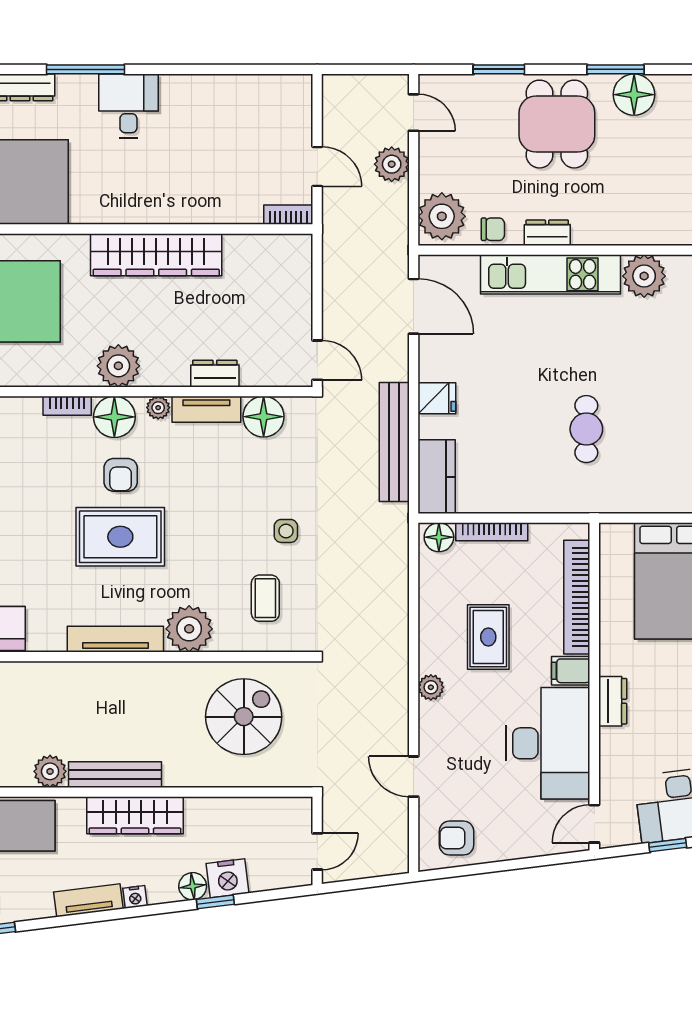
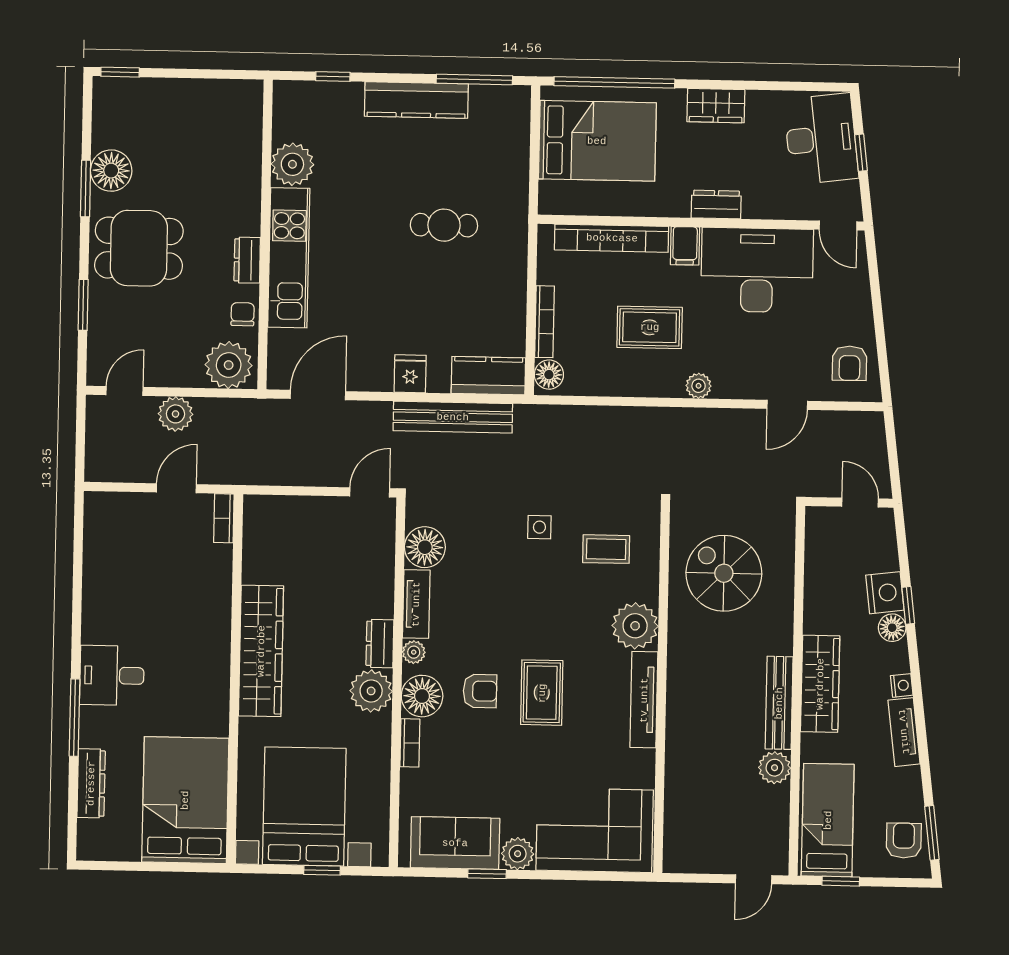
dresser: (215, 374) -> (380, 644), moved
rug: (120, 537) -> (542, 693), width x0.73, depth x0.70

